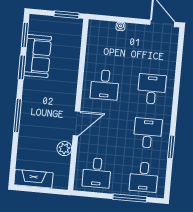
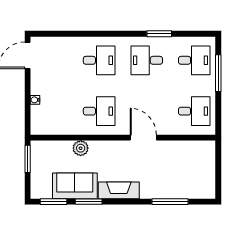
desk: (152, 89) -> (99, 60), turned 180
window: (18, 116) -> (170, 202), moved
plant: (64, 149) -> (81, 148), moved
fireplace: (33, 179) -> (119, 190), moved, turned 90

